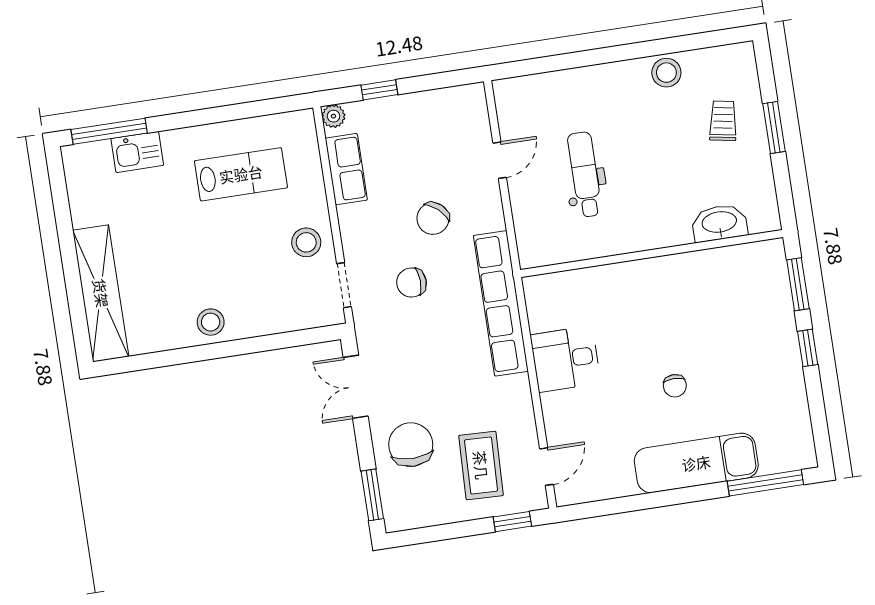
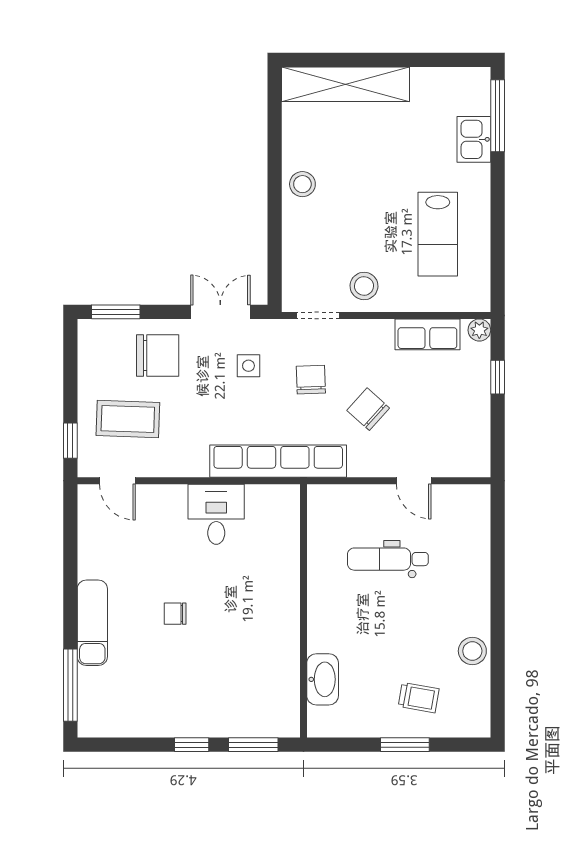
dental chair: (585, 174) -> (388, 559), turned 180
side table: (407, 349) -> (248, 366), added
exam couch: (696, 463) -> (92, 623), width x0.73, depth x0.69

